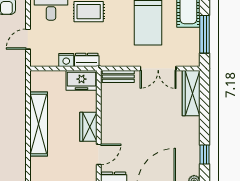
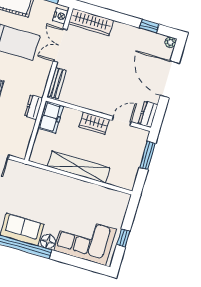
nightstand: (66, 60) -> (60, 16), moved
double door: (158, 69) -> (60, 45), swing flipped
door: (99, 154) -> (122, 121), hinge flipped

